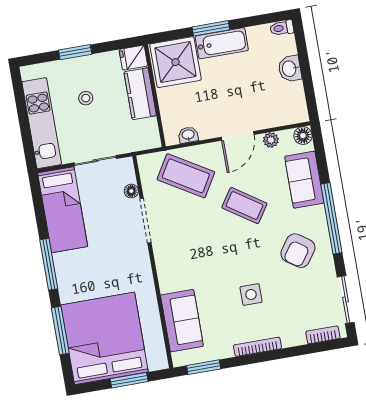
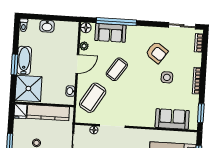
kitchen counter: (140, 94) -> (48, 113), width x1.50
door: (238, 136) -> (77, 64), hinge flipped
window: (331, 218) -> (116, 22), moved
armchair: (298, 251) -> (157, 52), moved

